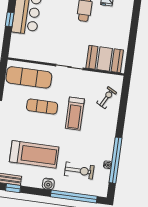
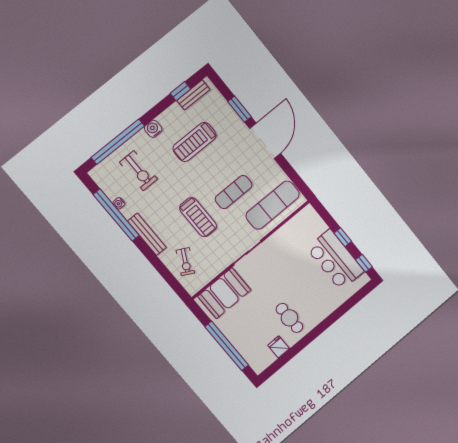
window: (134, 30) -> (227, 346), added
treadmill: (75, 114) -> (198, 217), turned 180
bench: (111, 133) -> (147, 234), added
treadmill: (34, 154) -> (195, 142), width x0.73, depth x0.73
exercise bike: (79, 171) -> (139, 171), turned -90

